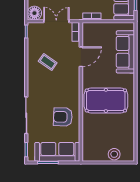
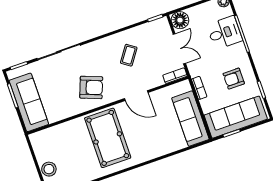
sofa: (125, 52) -> (190, 119), moved, turned -90
door: (81, 57) -> (136, 96), moved
armchair: (63, 117) -> (91, 87), moved, turned 109

